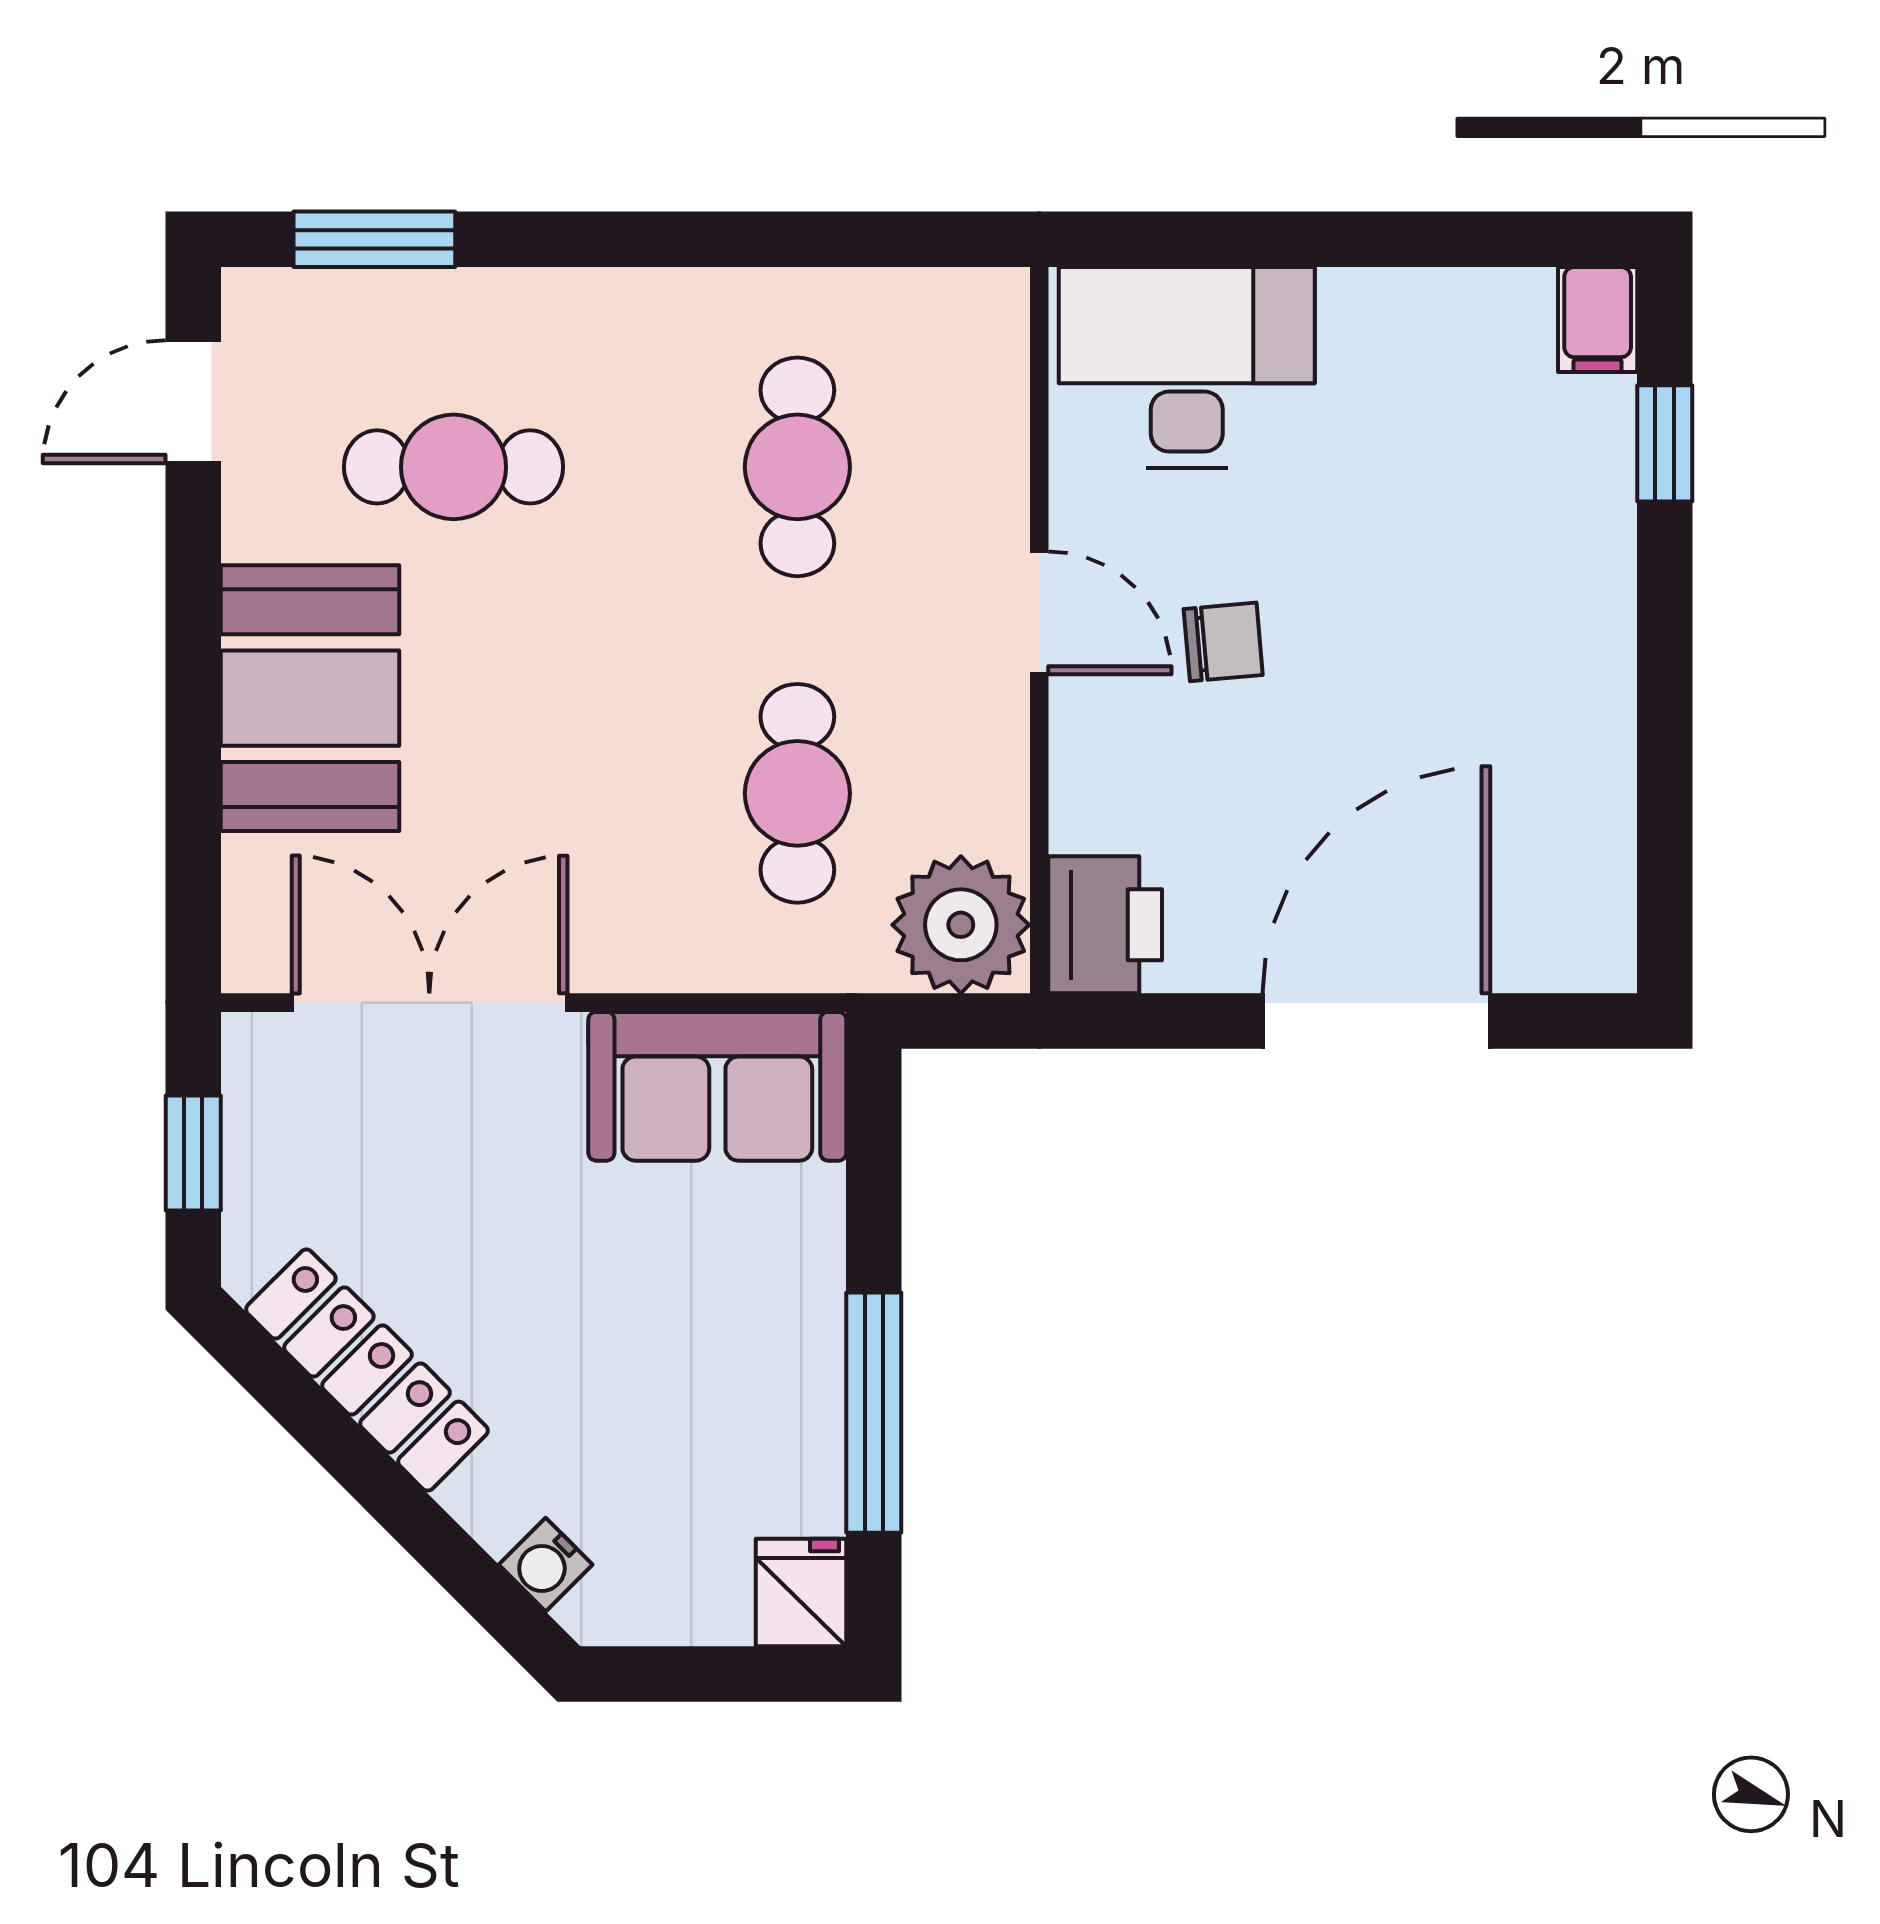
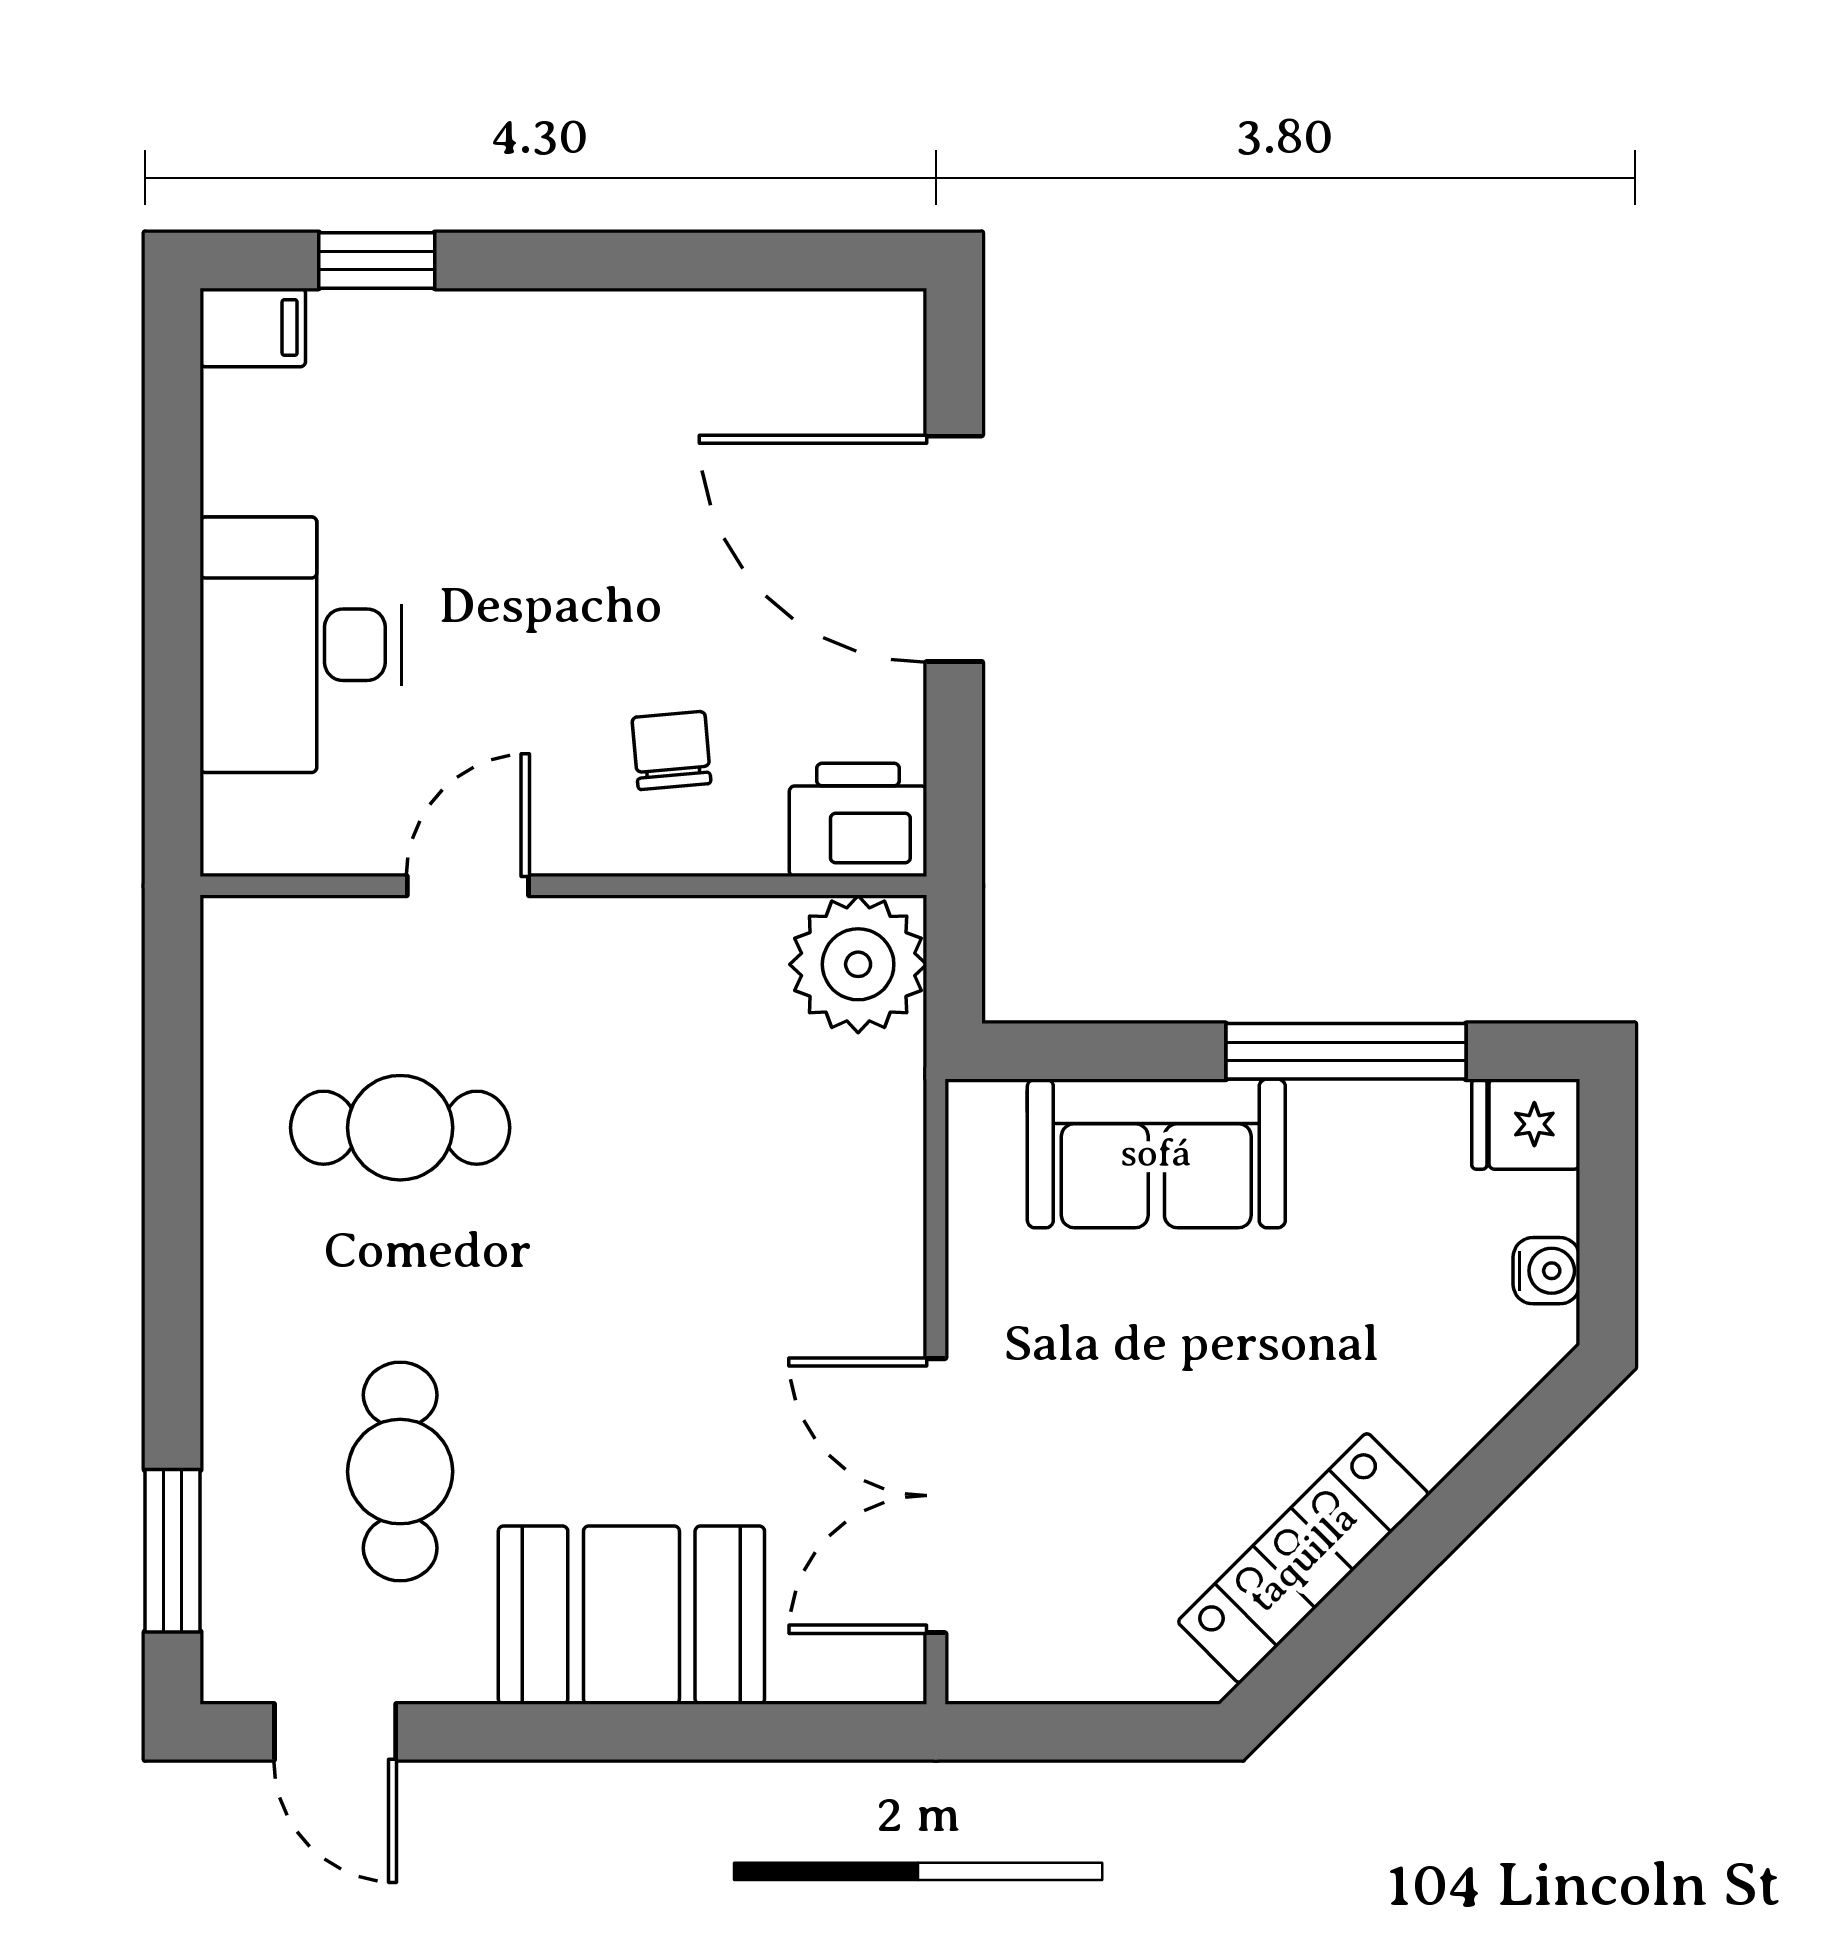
desk: (1187, 367) -> (301, 645), moved
door: (1039, 613) -> (468, 886), moved
chair: (1223, 642) -> (671, 750), moved
cafe table: (797, 793) -> (727, 1128), removed
sofa: (717, 1086) -> (1156, 1153), moved, turned 90
window: (193, 1153) -> (1086, 1732), removed
water cooler: (546, 1565) -> (1546, 1271), moved, turned -45

